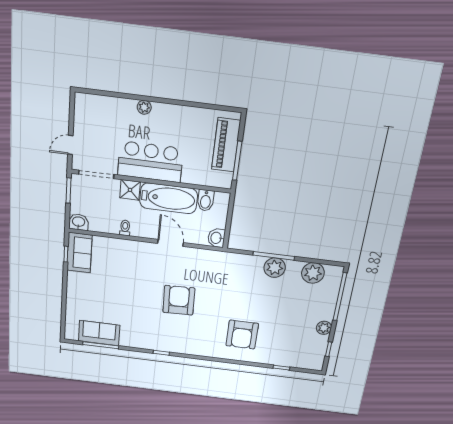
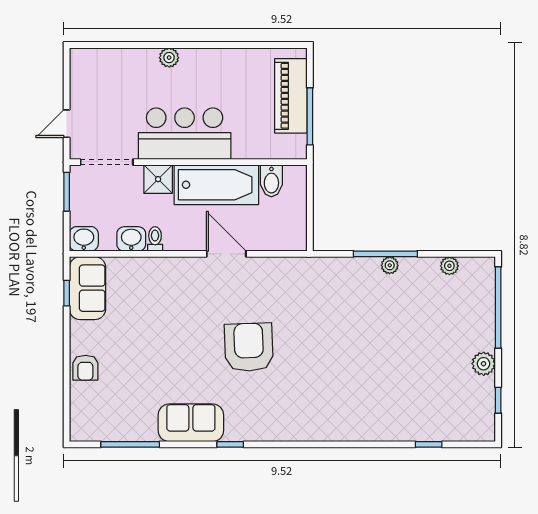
washbasin: (216, 238) -> (131, 239), moved, turned 90
plant: (275, 268) -> (390, 265), width x0.53, depth x0.53
plant: (313, 273) -> (449, 266), width x0.53, depth x0.53
sofa: (99, 333) -> (191, 423), moved
armchair: (242, 335) -> (85, 368), moved, width x0.53, depth x0.53

